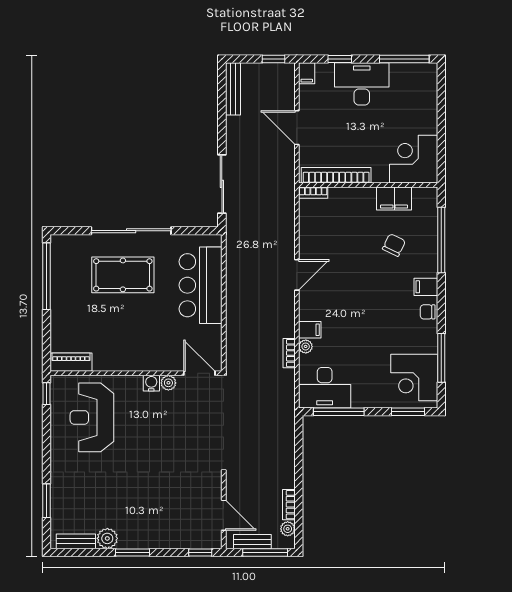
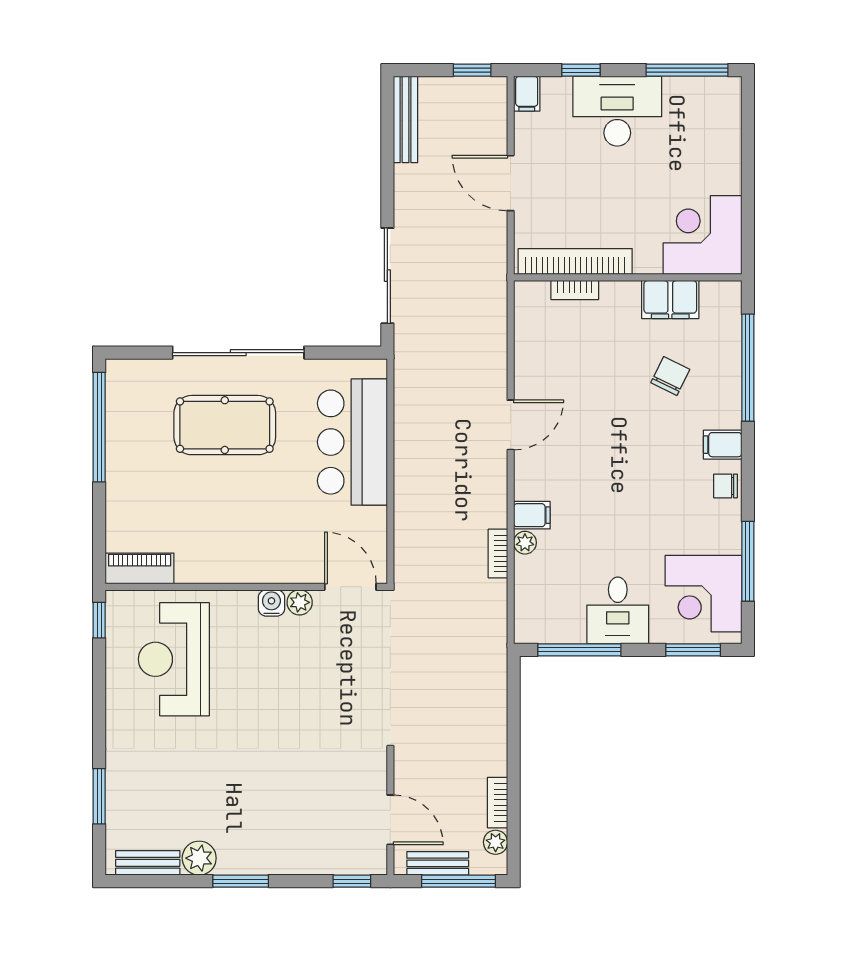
bookcase: (313, 193) -> (575, 290), moved
desk: (325, 388) -> (618, 610), moved, width x0.73

